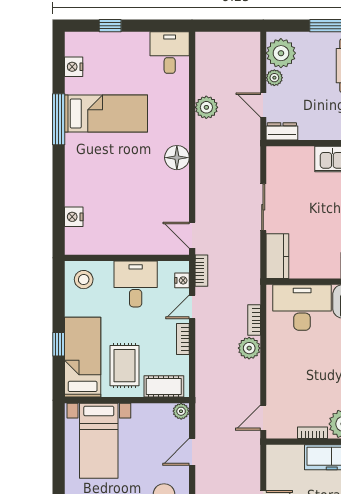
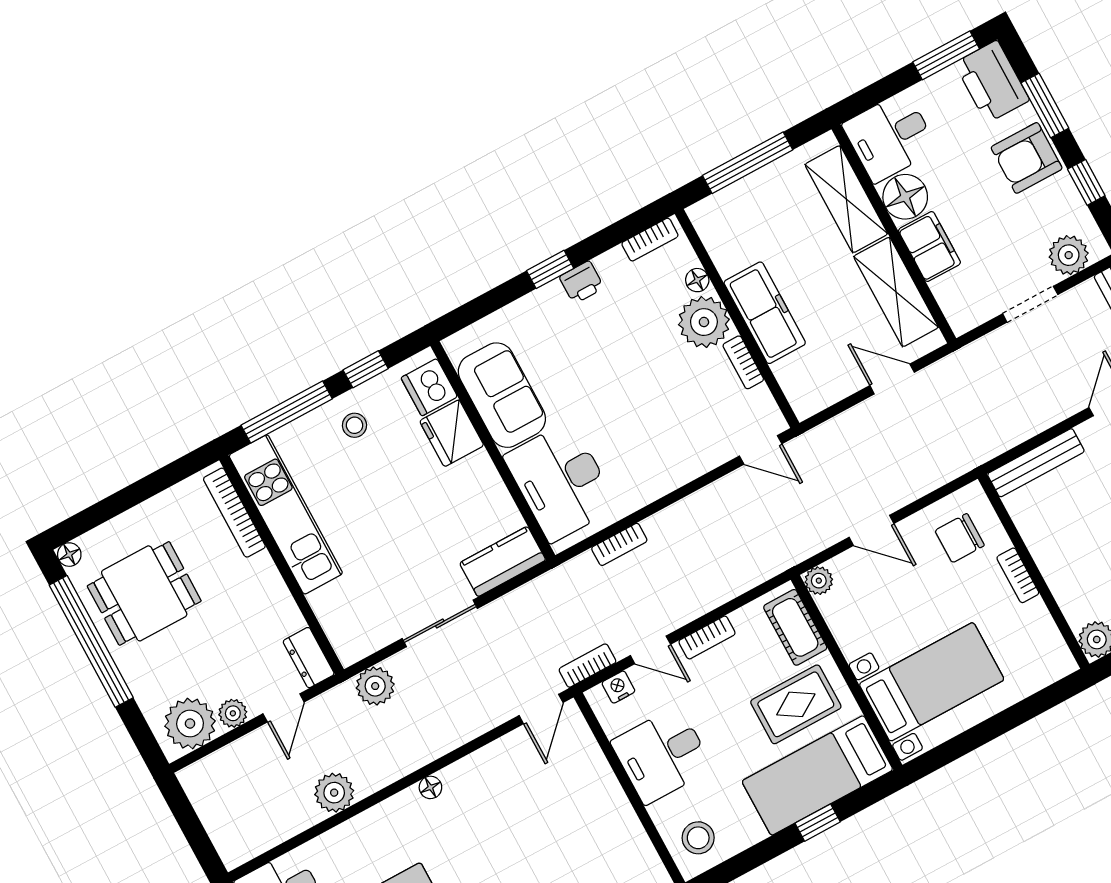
floor lamp: (177, 158) -> (430, 787), width x0.53, depth x0.53
plant: (249, 348) -> (375, 686), moved

